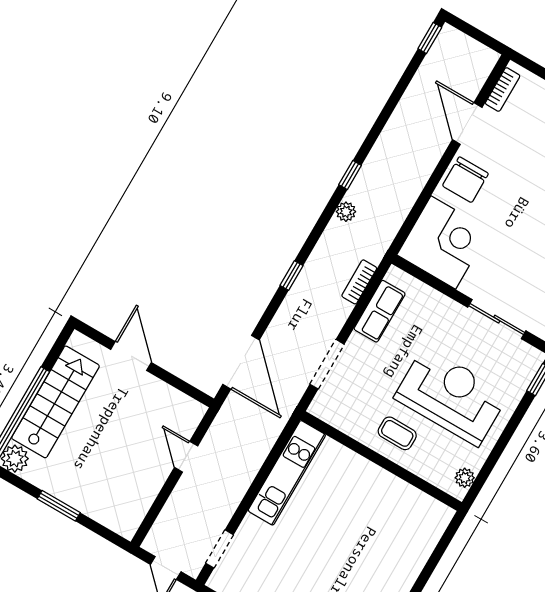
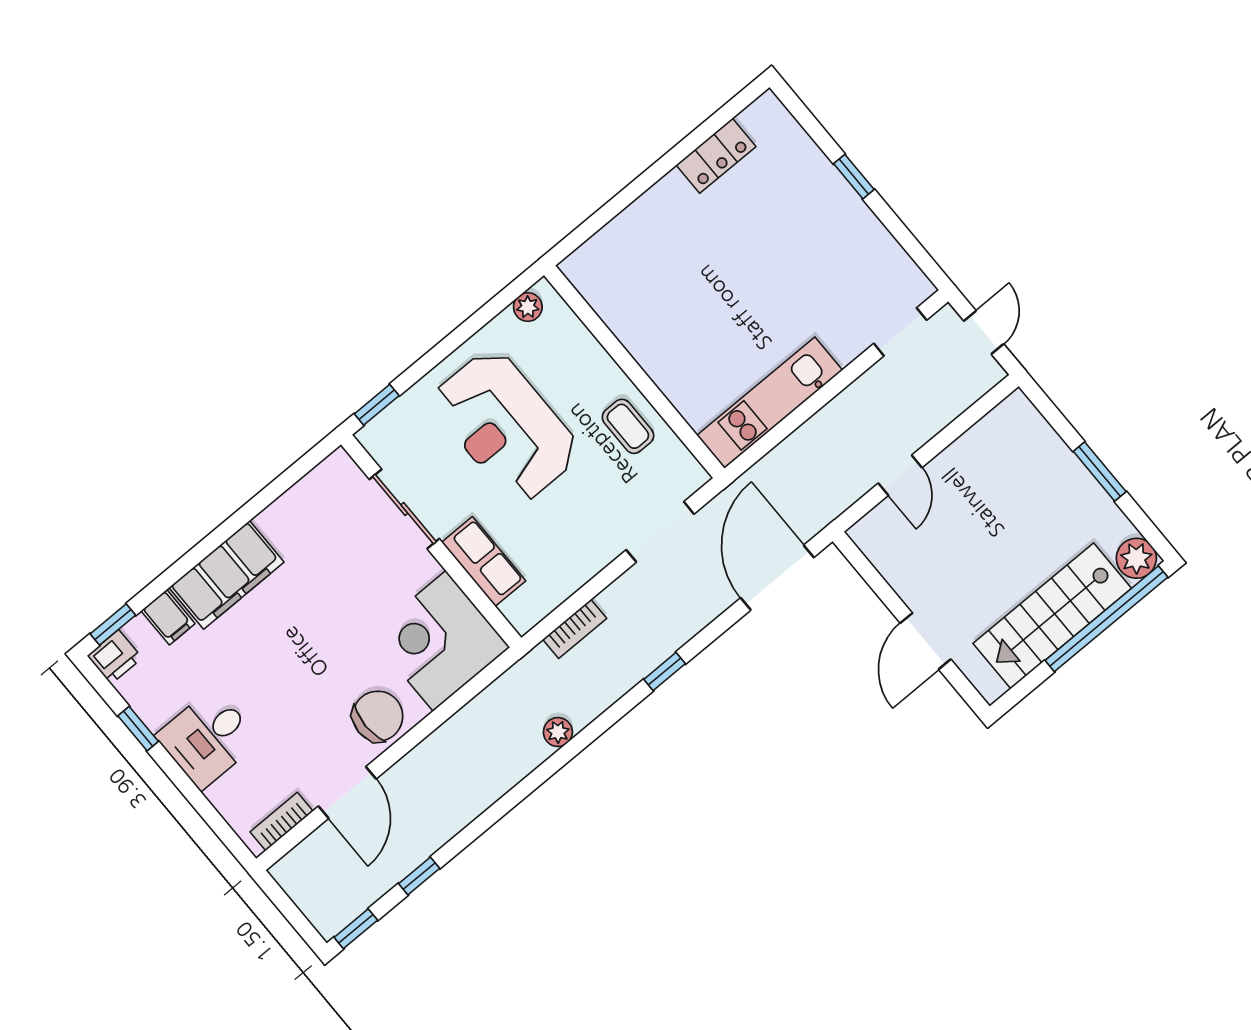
window: (350, 175) -> (419, 876), moved
row of seats: (380, 311) -> (484, 561), moved, turned 90
coffee table: (397, 433) -> (628, 426), moved

